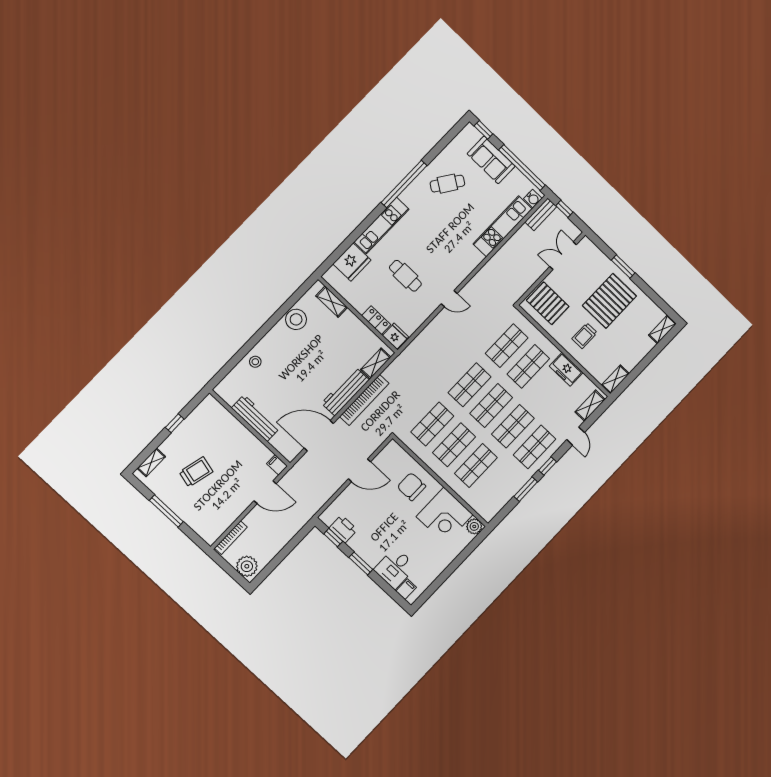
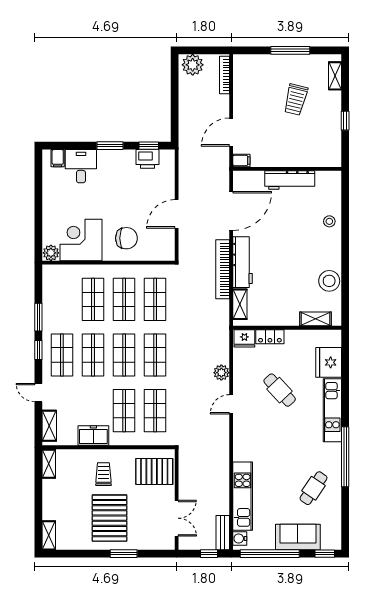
cafe table: (405, 276) -> (280, 390), turned 47
plant: (435, 328) -> (221, 373), added

